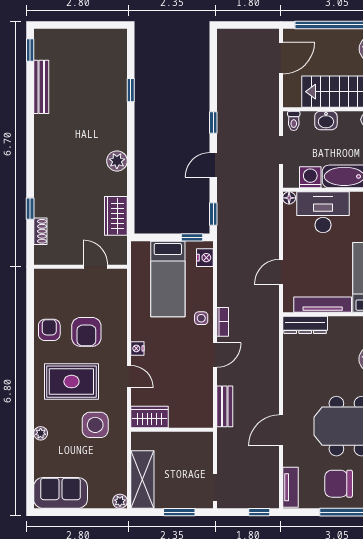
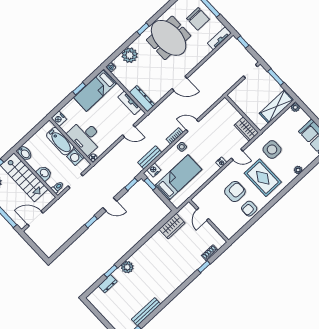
dresser: (119, 72) -> (108, 284), added
plant: (117, 161) -> (127, 267), moved
tv unit: (323, 305) -> (130, 103), width x0.71
door: (129, 377) -> (237, 155), swing flipped
bench: (225, 406) -> (150, 157), moved
door: (281, 430) -> (179, 83), moved

